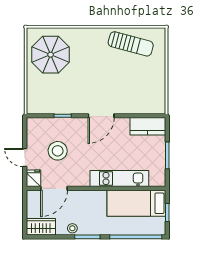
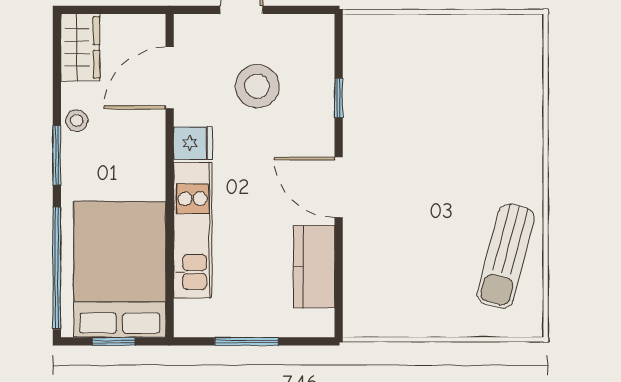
parasol: (51, 55) -> (481, 70), removed
kitchen counter: (148, 126) -> (314, 267), moved
fridge: (34, 178) -> (193, 143), moved
door: (54, 188) -> (170, 78), hinge flipped
bed: (136, 203) -> (120, 269), width x1.50

